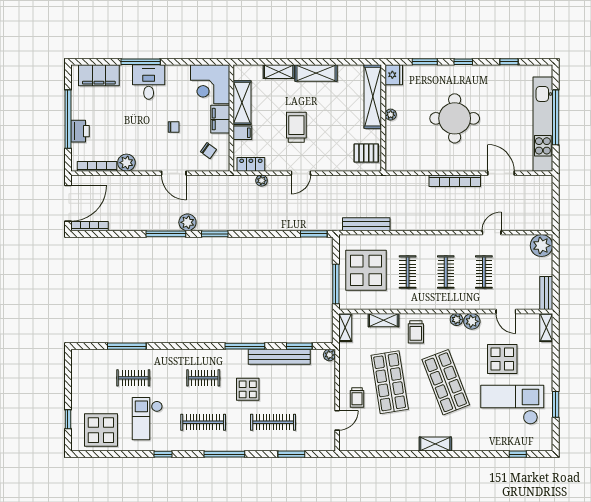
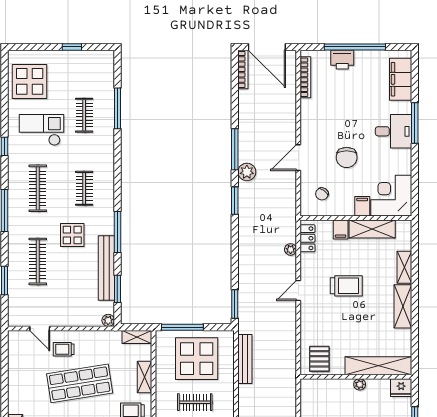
filing cabinet: (220, 119) -> (362, 206), width x0.50
chair: (174, 127) -> (347, 157), width x1.87, depth x1.87
plant: (126, 163) -> (309, 108), removed
door: (301, 173) -> (298, 291), hinge flipped
window: (68, 419) -> (72, 47), moved

